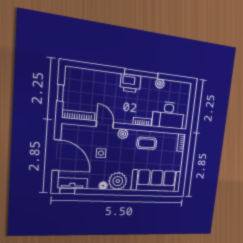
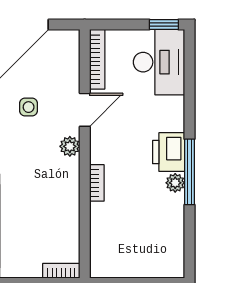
plant: (160, 84) -> (175, 183), moved
window: (60, 93) -> (164, 25), moved
desk: (168, 115) -> (159, 62), moved, turned 180
coffee table: (147, 143) -> (55, 197), removed

